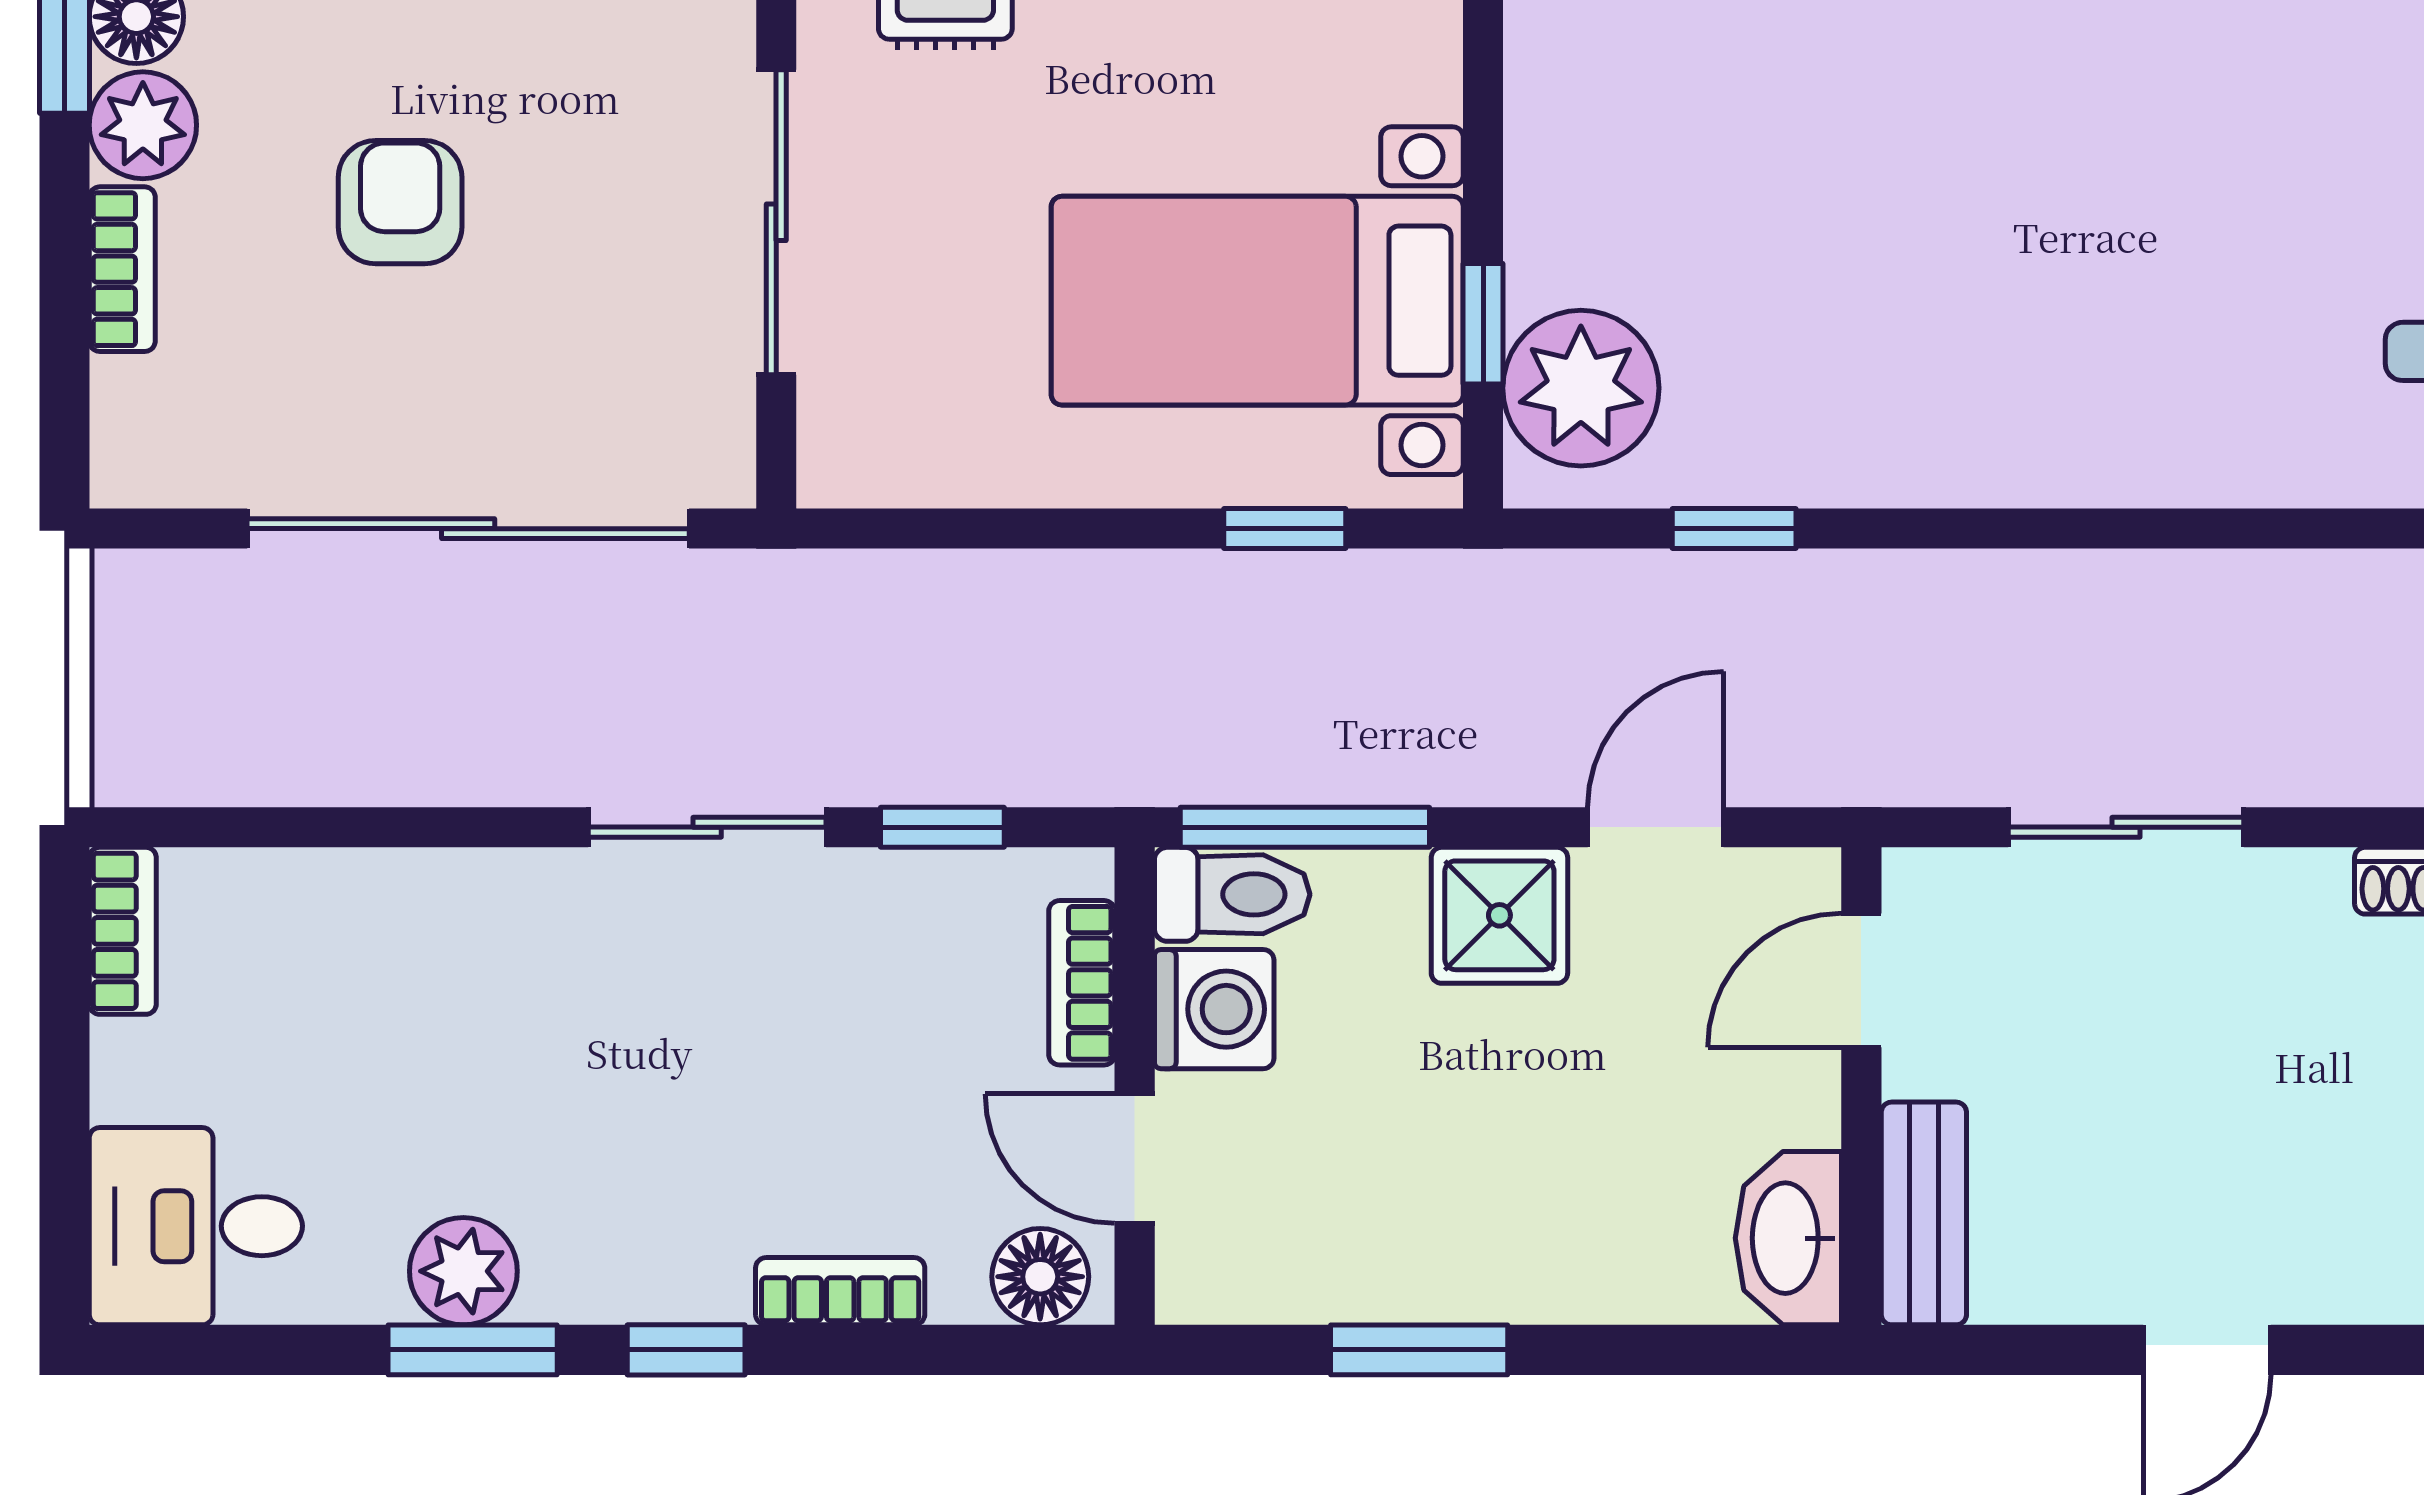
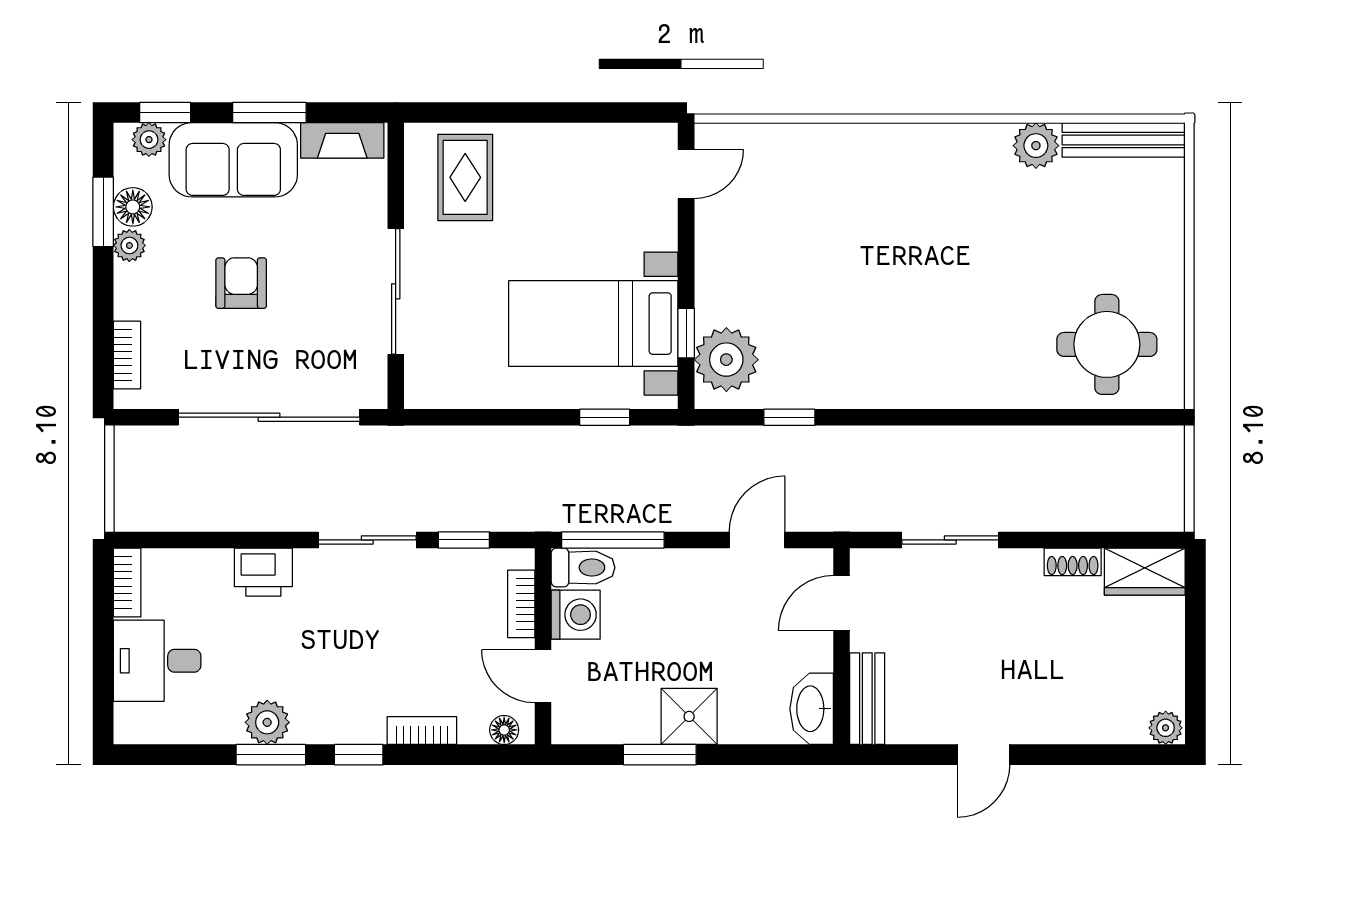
plant: (143, 125) -> (129, 245), width x0.73, depth x0.73
bookcase: (122, 269) -> (127, 355), moved
printer: (454, 906) -> (263, 572), added
shower: (1499, 915) -> (689, 716), moved
desk: (196, 1226) -> (157, 661), moved
floor lamp: (1040, 1277) -> (504, 730), width x0.73, depth x0.73

